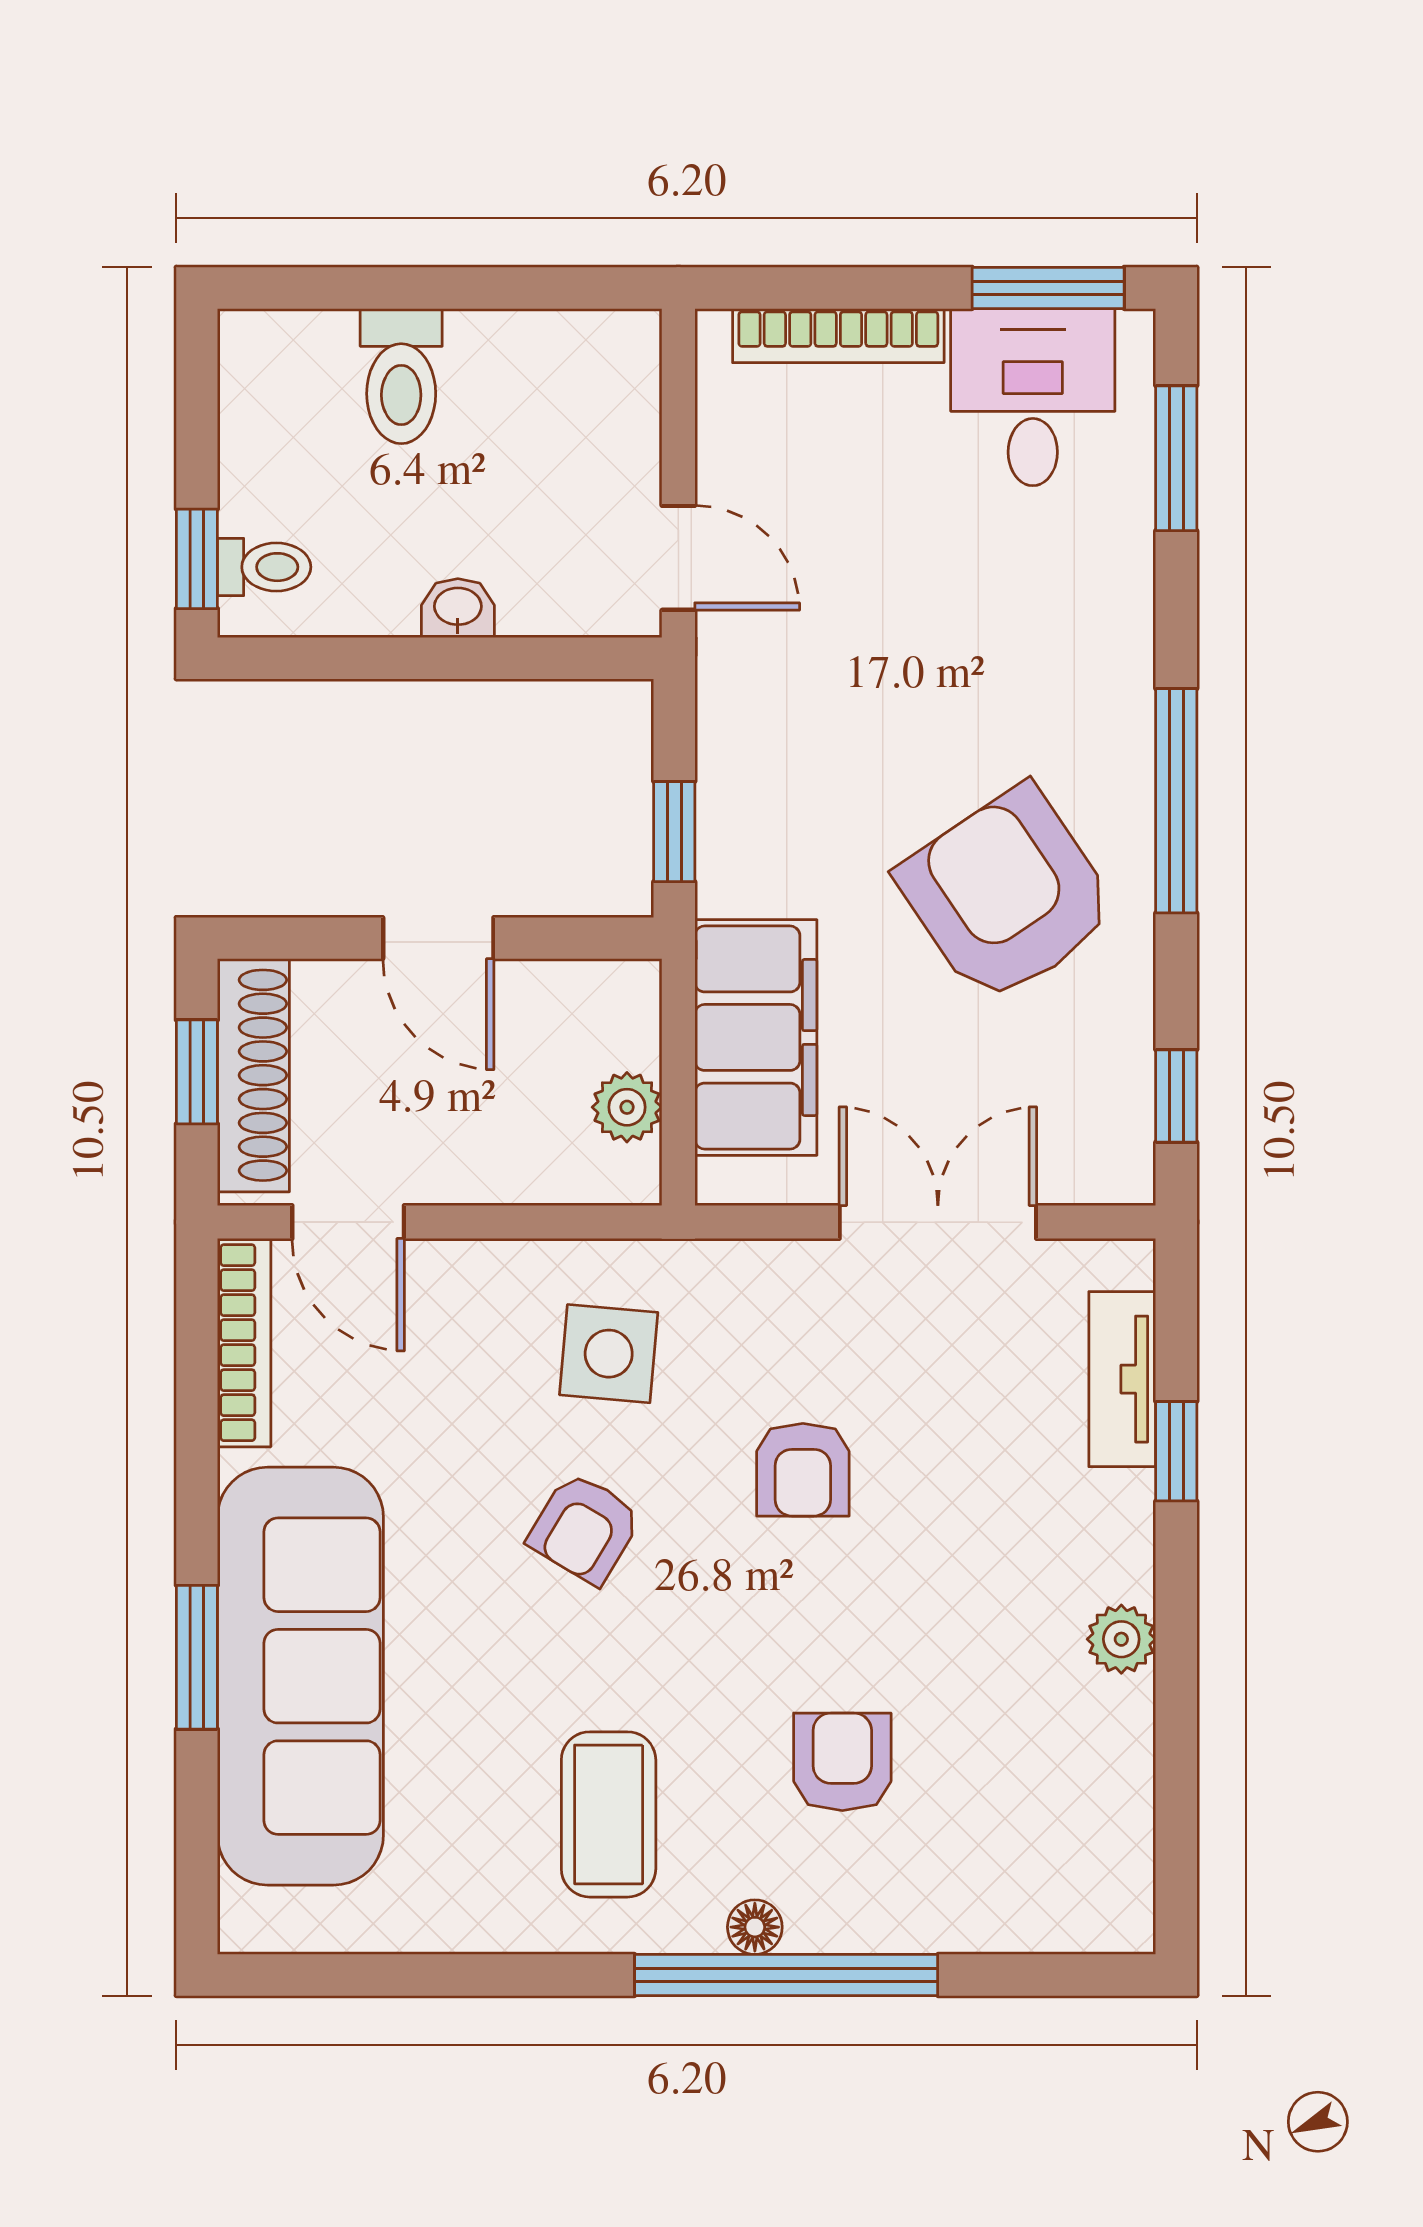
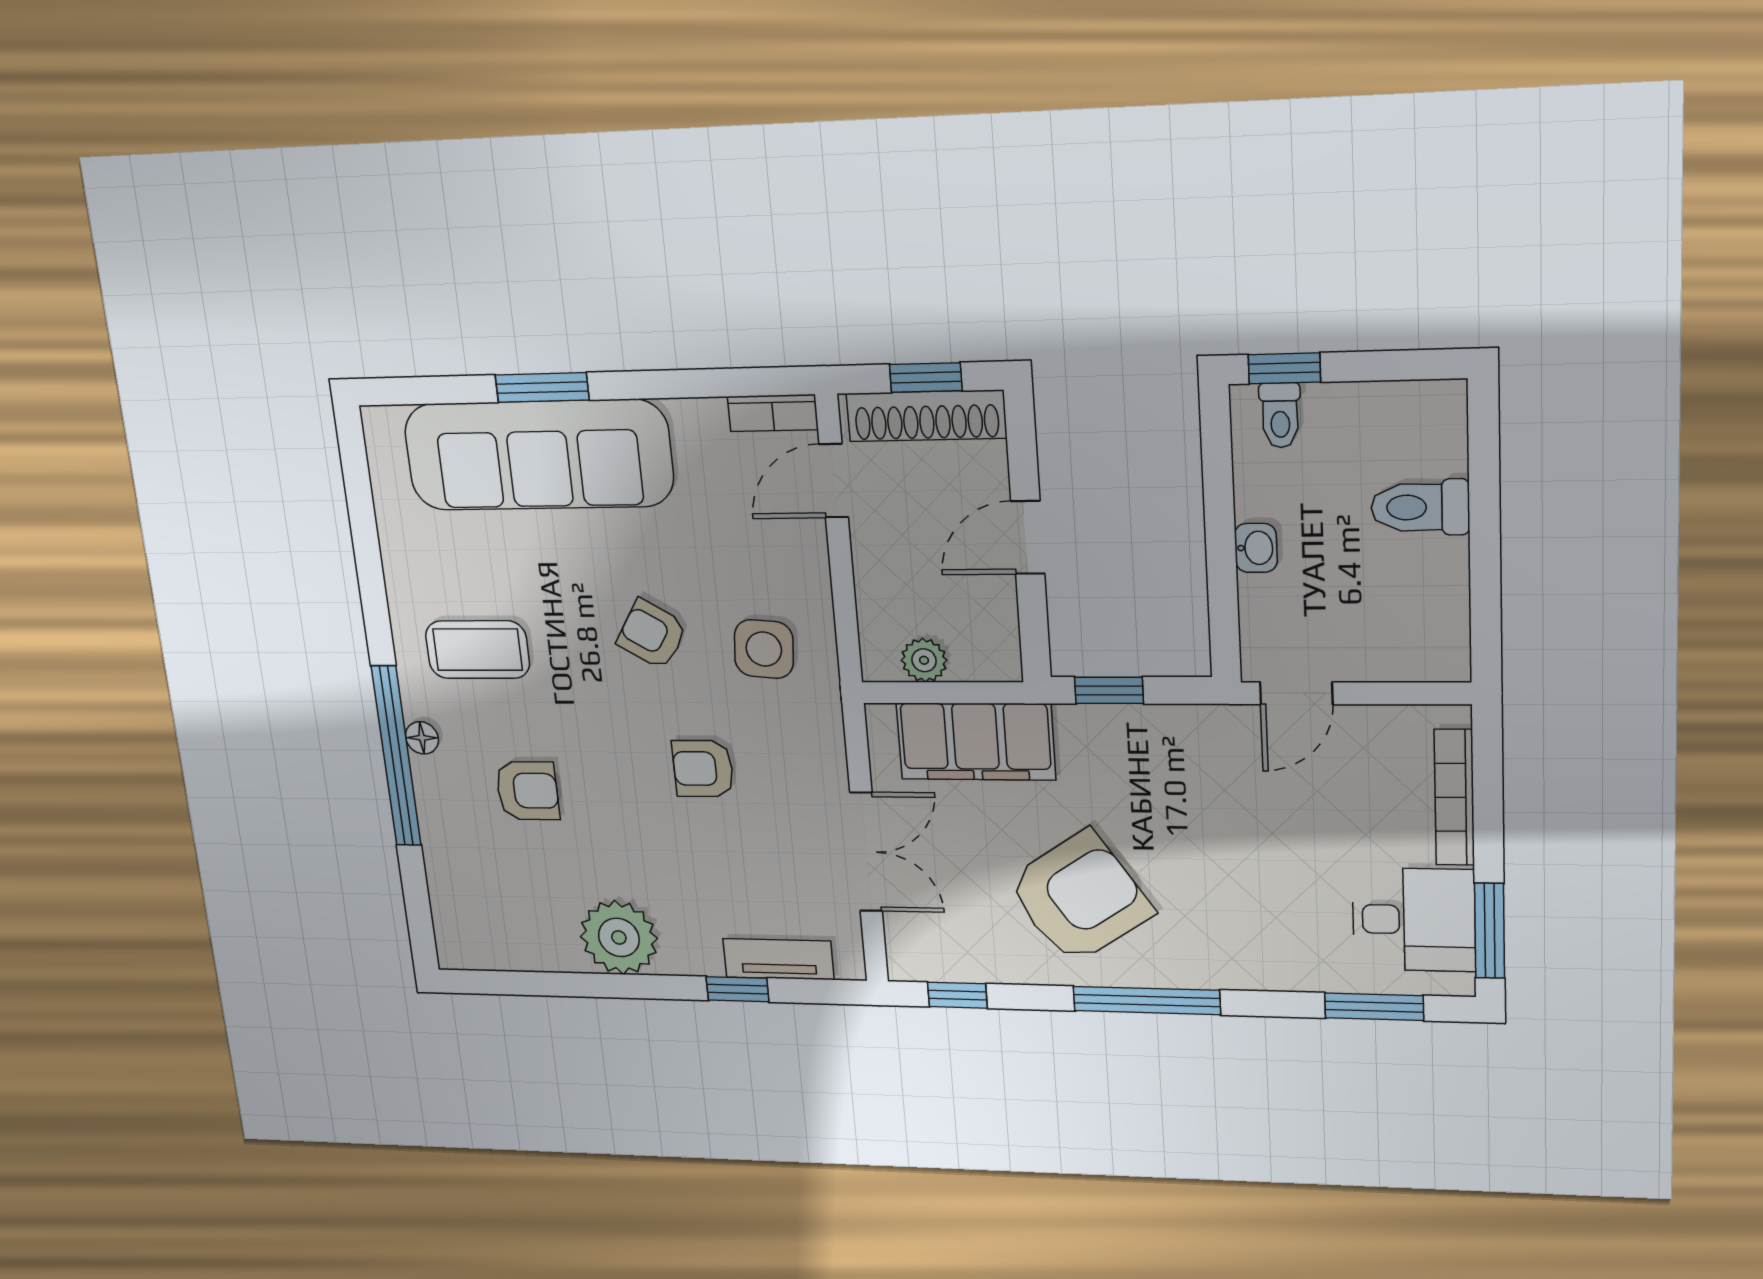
bookcase: (244, 1343) -> (773, 413), width x0.64
plant: (1121, 1639) -> (619, 937), width x1.87, depth x1.87

